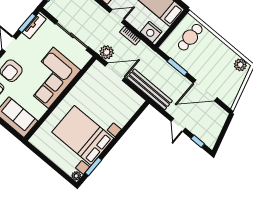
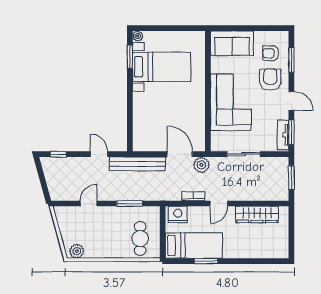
sliding door: (72, 35) -> (243, 154), width x0.73
door: (115, 72) -> (180, 154), swing flipped
door: (205, 90) -> (89, 204), width x0.53
door: (178, 125) -> (99, 154), moved
bed with nightstands: (83, 135) -> (162, 67), width x0.73

